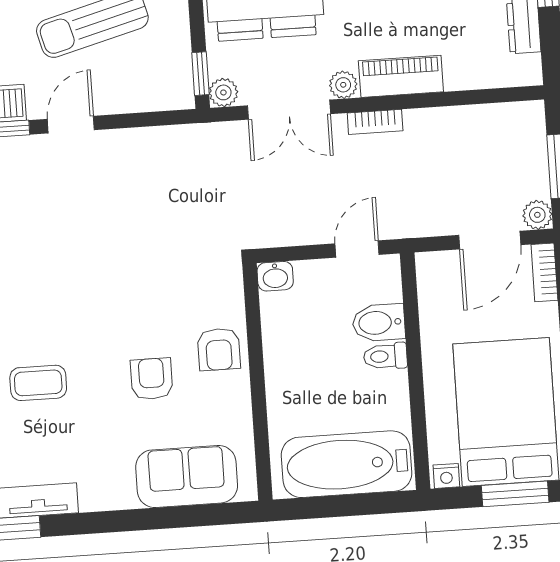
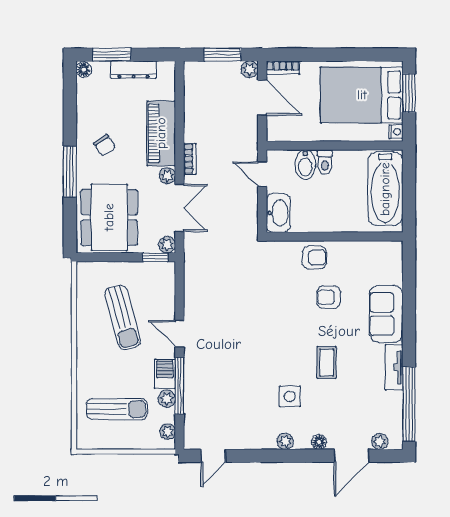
piano: (401, 76) -> (161, 133), width x1.37, depth x1.33
washbasin: (275, 276) -> (278, 213), width x1.91, depth x1.45
sofa: (187, 476) -> (386, 314), moved

